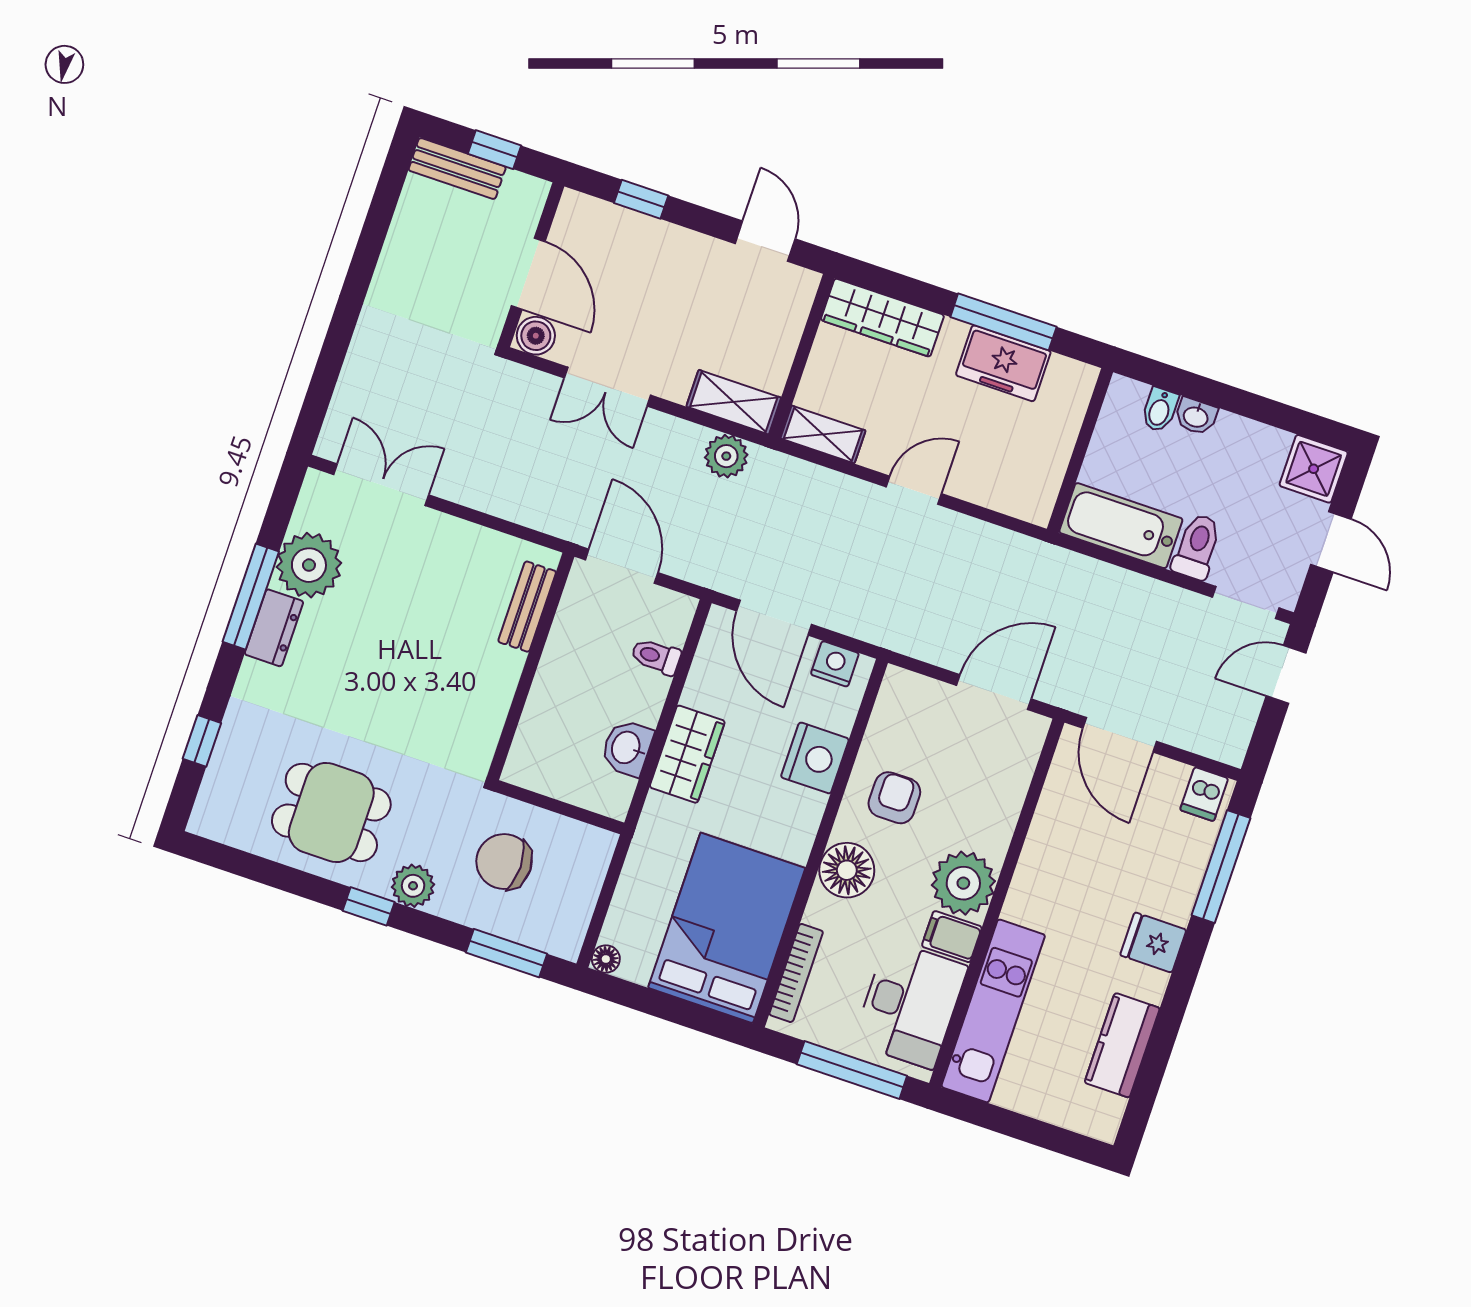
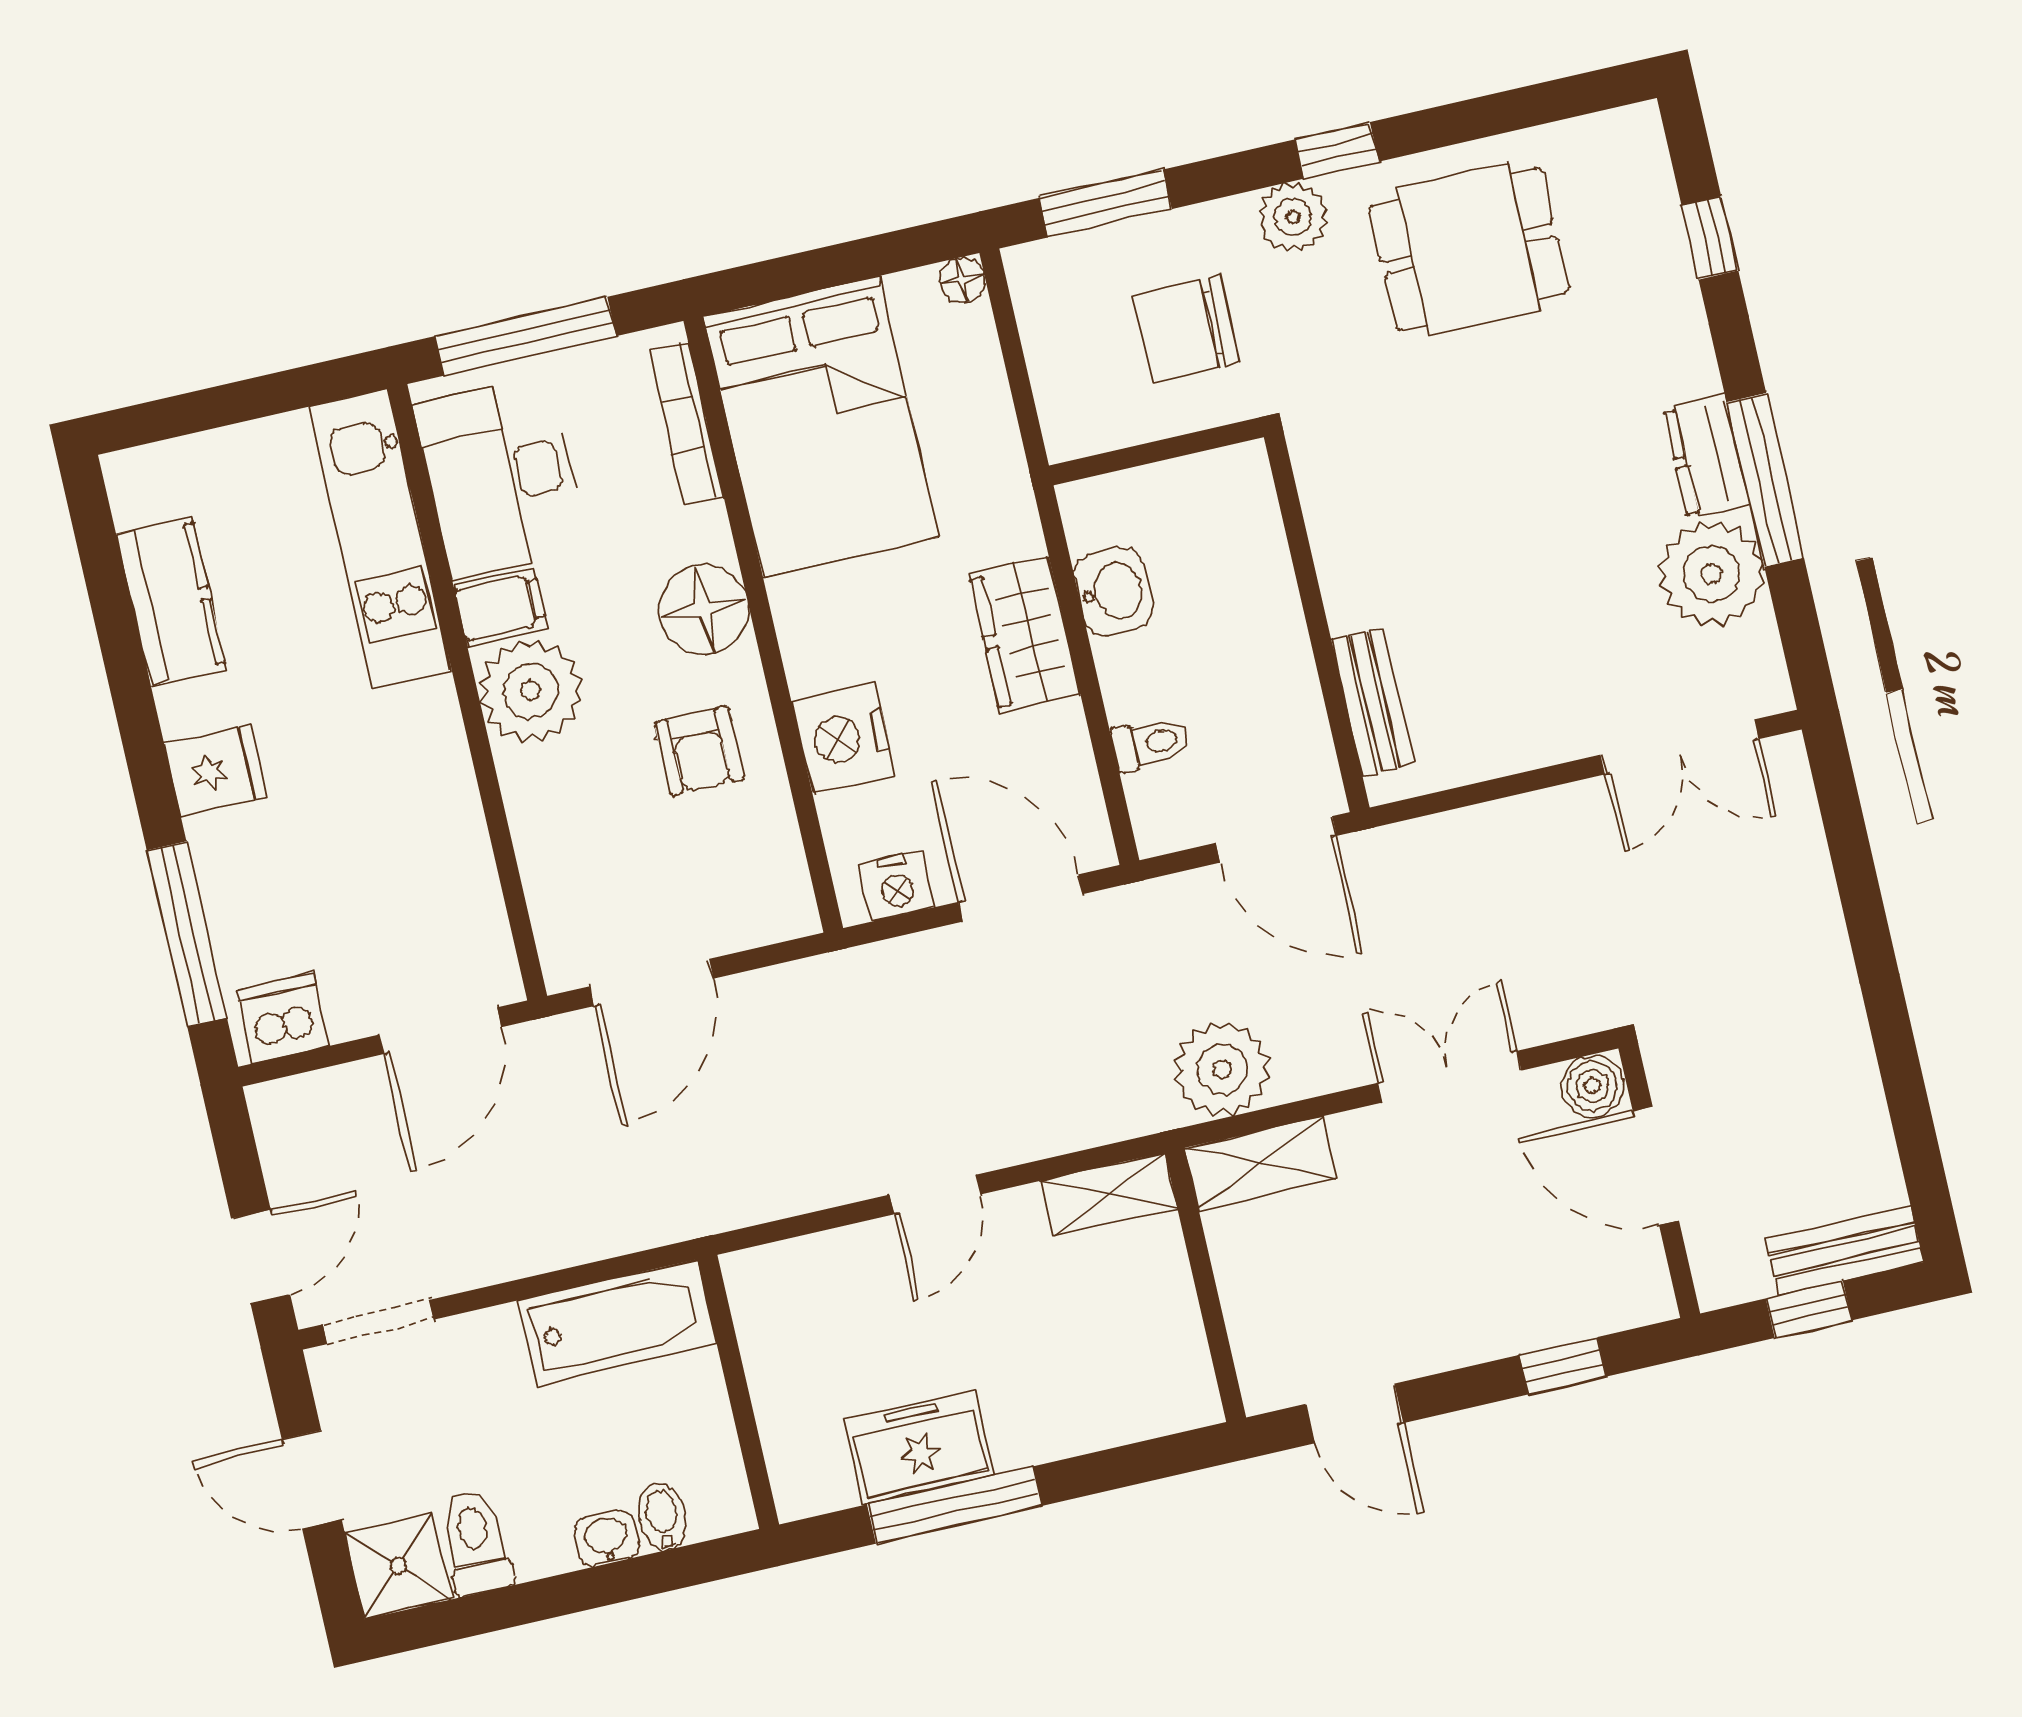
wardrobe: (882, 318) -> (1126, 1408), removed
plant: (726, 456) -> (1222, 1069), width x1.36, depth x1.36
toilet: (1197, 547) -> (476, 1542), moved, turned 180
door: (1120, 735) -> (440, 1031), swing flipped
dishwasher: (1204, 794) -> (283, 1018), width x1.38
chair: (504, 862) -> (1187, 329), turned 180

